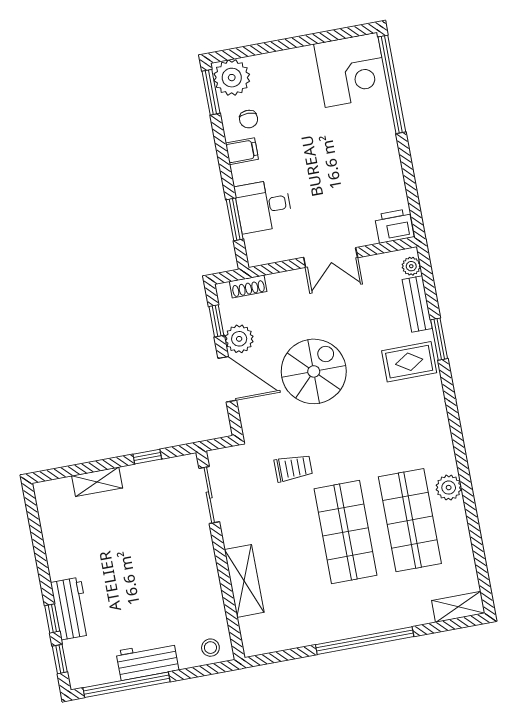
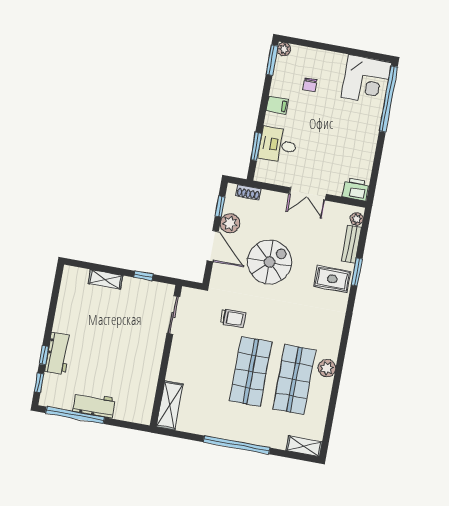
plant: (232, 78) -> (284, 49), width x0.53, depth x0.53
chair: (249, 119) -> (310, 85), moved
shelving: (244, 581) -> (170, 405), moved
stool: (210, 648) -> (137, 412), removed

